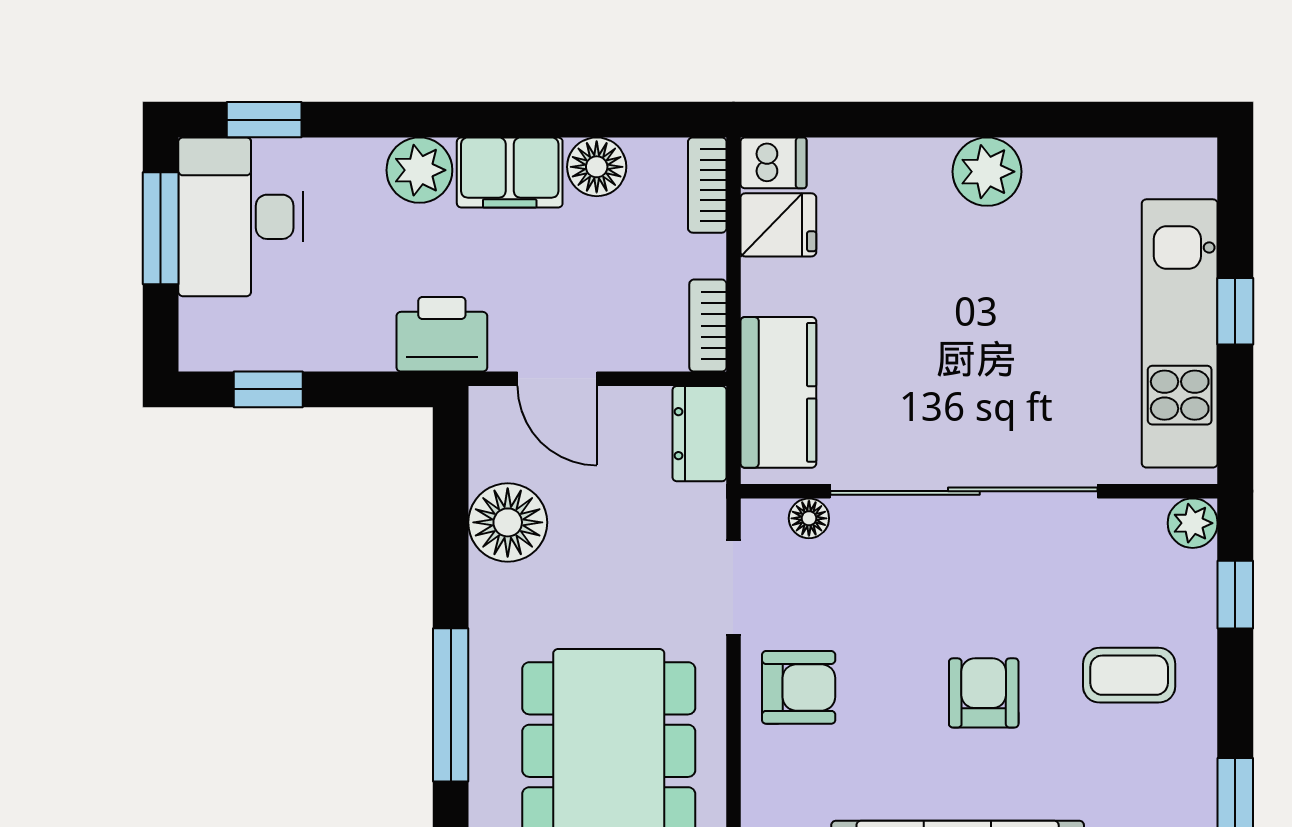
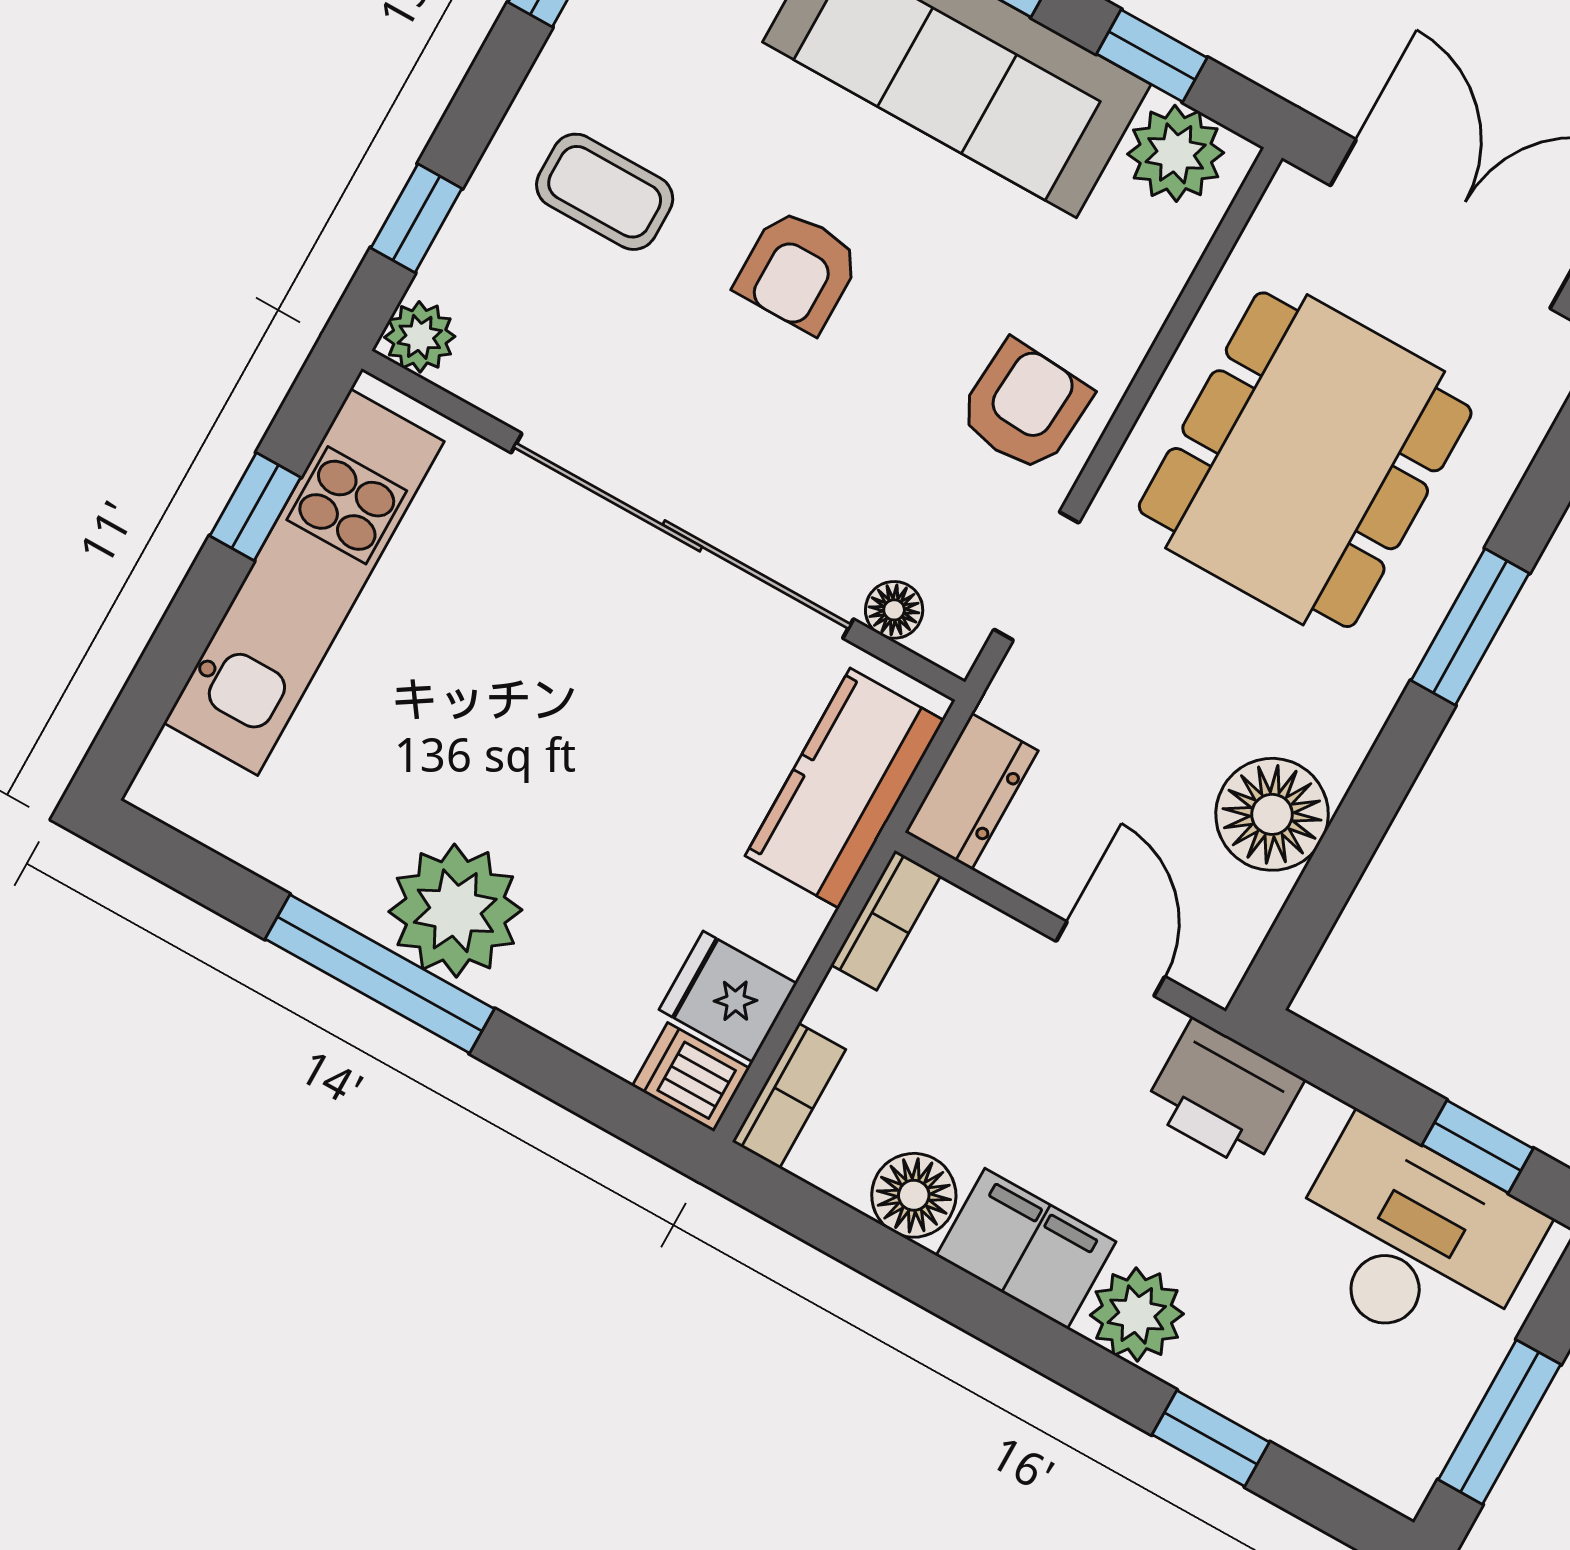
window: (264, 120) -> (1211, 1438), moved
window: (999, 120) -> (380, 974), added
plant: (987, 172) -> (455, 911), width x1.36, depth x1.36
desk: (241, 217) -> (1412, 1241), moved, turned -90
window: (1235, 311) -> (255, 507), moved
armchair: (799, 687) -> (1025, 406), turned 94
window: (451, 705) -> (1470, 627), width x0.69

